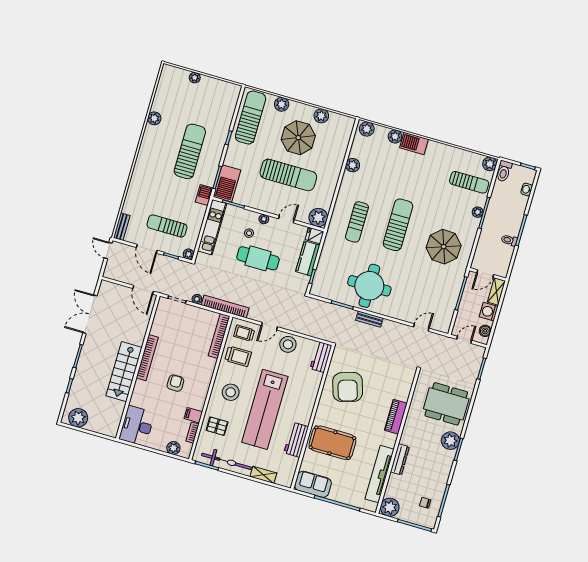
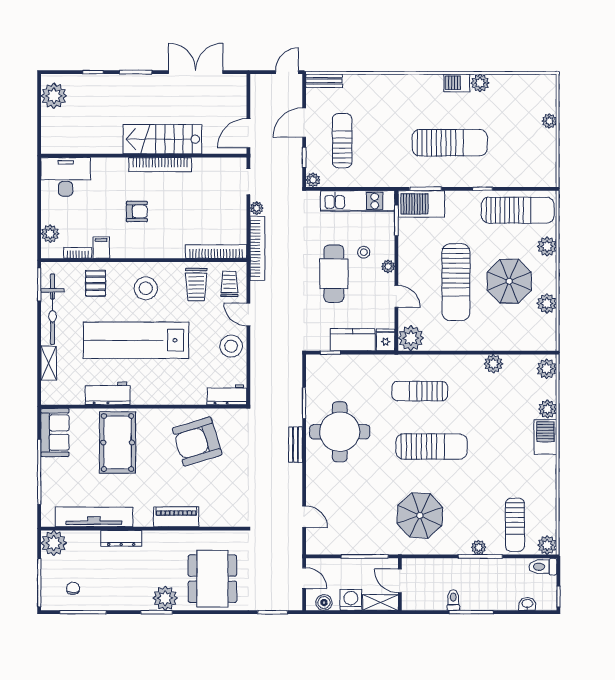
barbecue: (204, 195) -> (457, 83), moved, turned 180
stairs: (124, 372) -> (162, 139), moved

